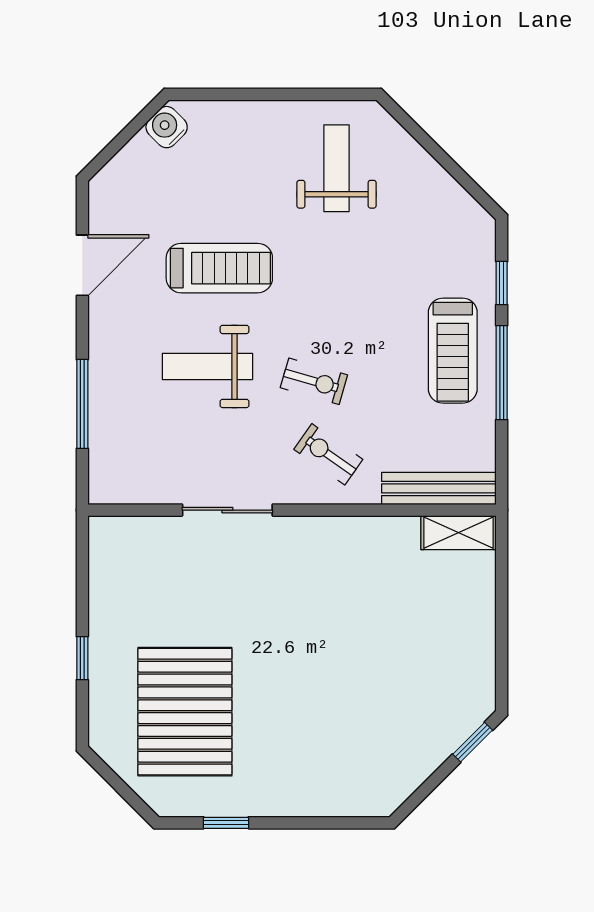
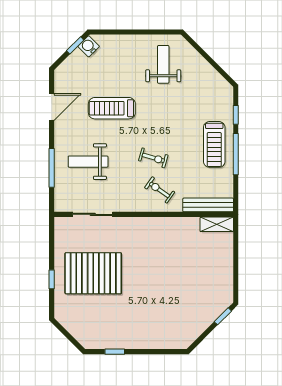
window: (136, 125) -> (75, 45), added
treadmill: (219, 268) -> (112, 108), turned 180
weight bench: (207, 366) -> (88, 162), moved
sliding door: (227, 510) -> (93, 214), moved
pallet: (185, 712) -> (93, 273), moved, turned 90

